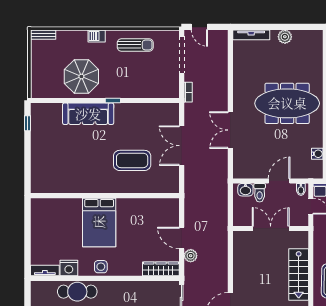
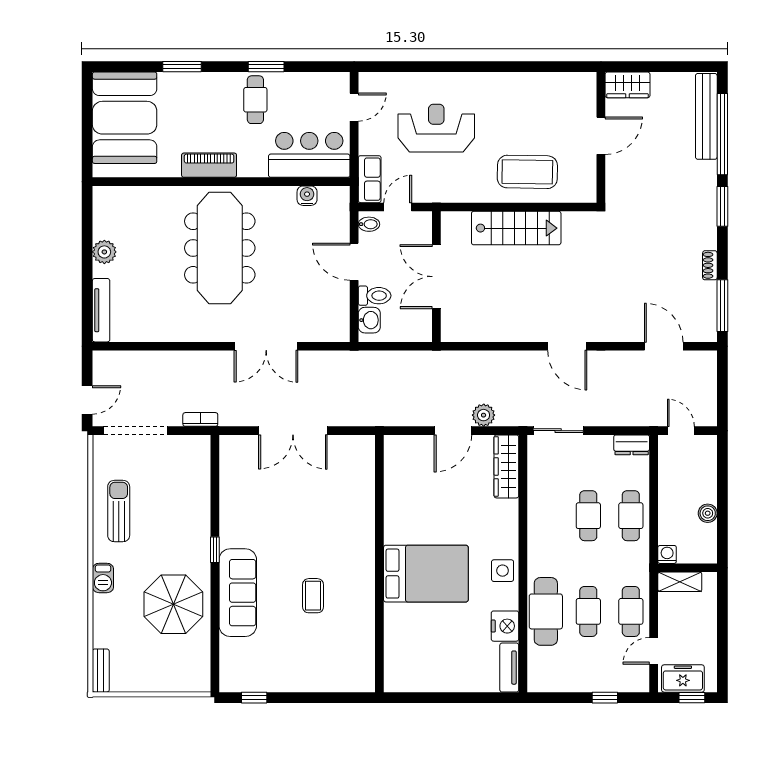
coffee table: (132, 160) -> (313, 596), moved, width x0.54, depth x0.58

